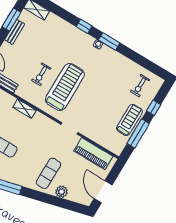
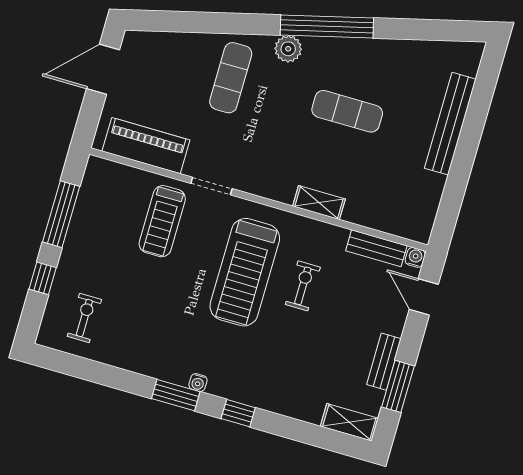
treadmill: (129, 120) -> (162, 221), moved
plant: (62, 192) -> (288, 49), moved
door: (103, 192) -> (103, 69), swing flipped

